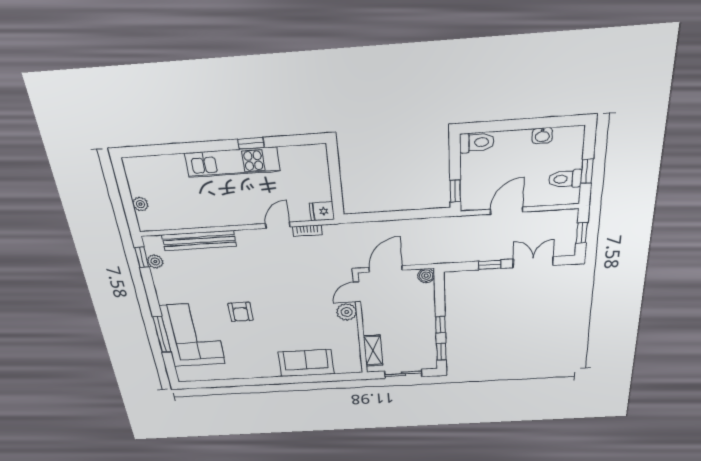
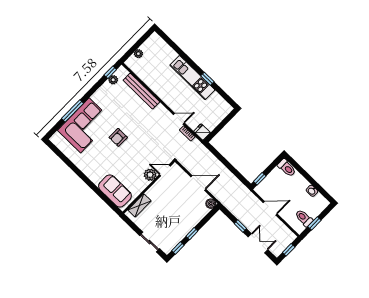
door: (357, 292) -> (165, 170), moved
plant: (347, 312) -> (150, 175), moved
wall: (360, 325) -> (149, 187), moved
shelving: (373, 351) -> (140, 205), moved

